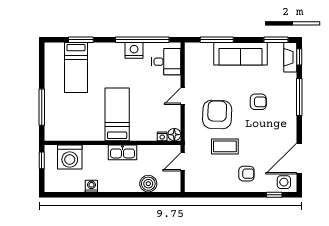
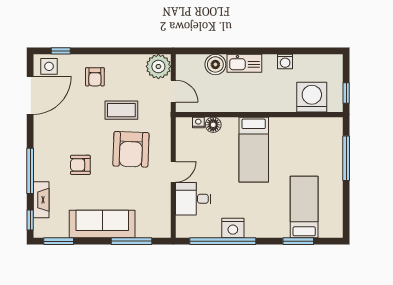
fireplace: (290, 57) -> (41, 200), moved
desk: (166, 62) -> (193, 199), moved
floor lamp: (174, 135) -> (213, 125), moved
kitchen sink: (122, 152) -> (244, 63), moved, turned 180
door: (183, 162) -> (173, 91), hinge flipped
armchair: (246, 174) -> (95, 77), turned -90
plant: (195, 182) -> (158, 66), added

